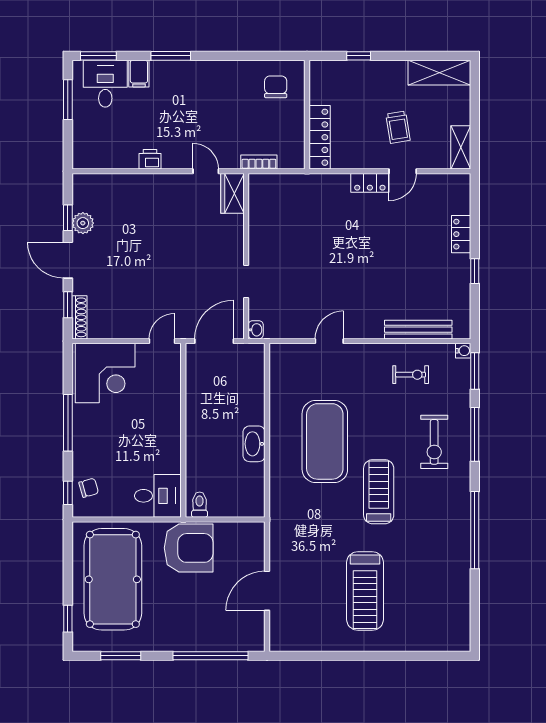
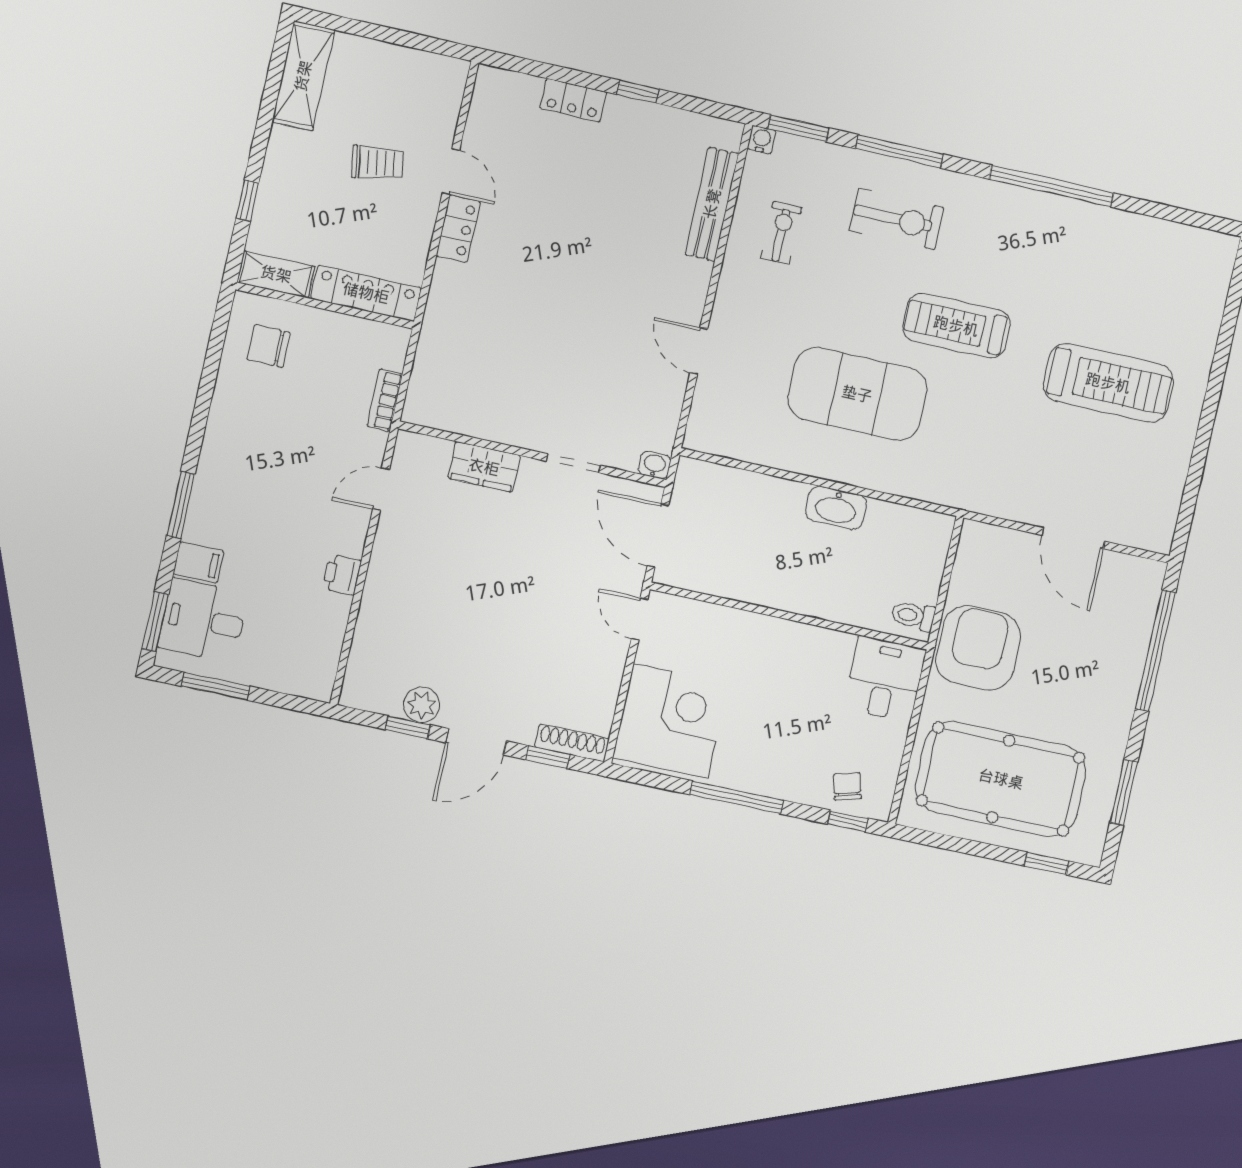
shelving: (461, 147) -> (276, 274), moved
wardrobe: (232, 193) -> (484, 467), moved

